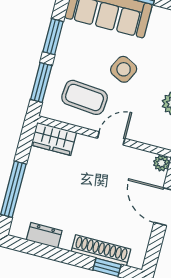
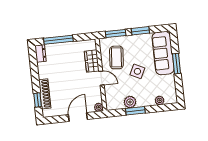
wardrobe: (54, 139) -> (92, 61), moved
dresser: (44, 235) -> (41, 53), moved

